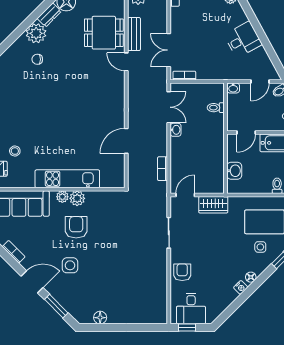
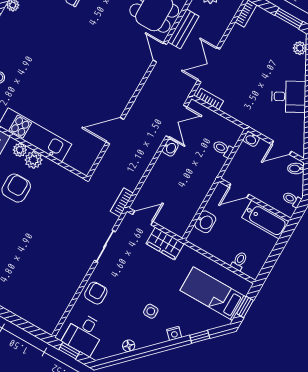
bookcase: (163, 169) -> (122, 202), moved
side table: (260, 247) -> (151, 311), moved
floor lamp: (251, 277) -> (129, 346), moved
nightstand: (241, 287) -> (174, 333), moved

